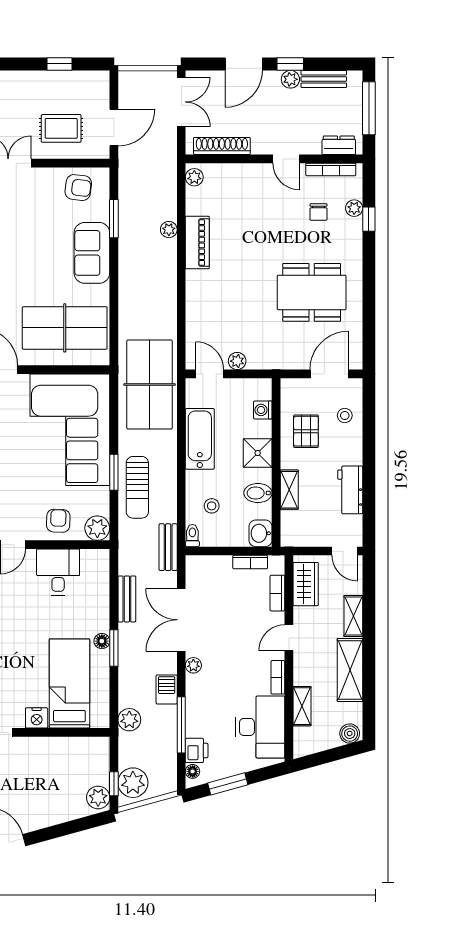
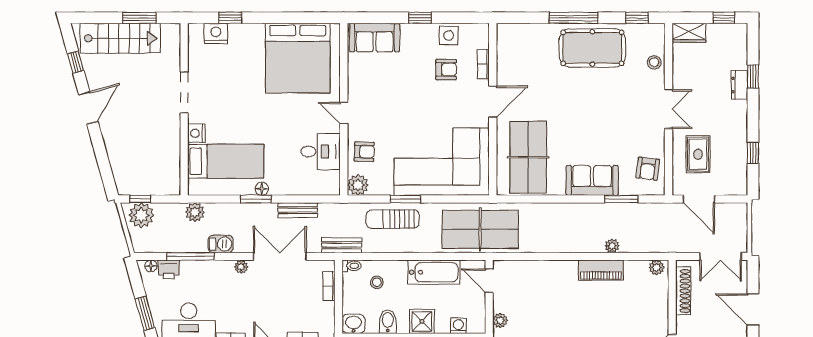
plant: (237, 361) -> (500, 320), moved
door: (210, 374) -> (489, 281), swing flipped
bookcase: (250, 562) -> (329, 286), moved
window: (228, 784) -> (145, 313), moved
plant: (98, 797) -> (129, 186), removed

